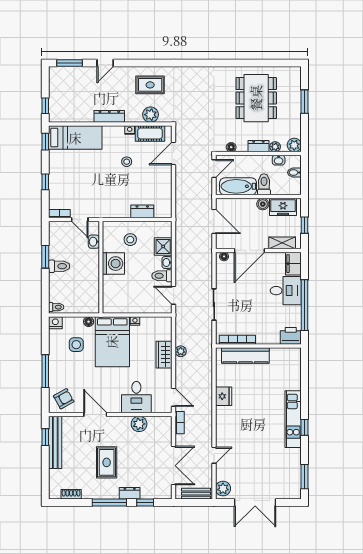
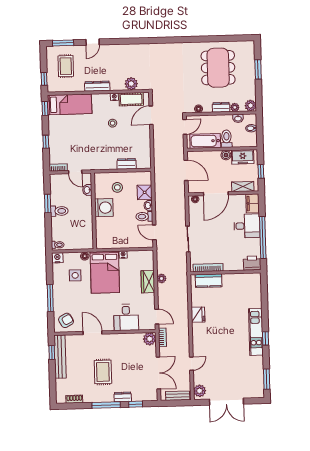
rug: (150, 85) -> (66, 66), moved, turned 90
kitchen counter: (245, 355) -> (209, 281), width x0.67
plant: (139, 424) -> (150, 339), moved

